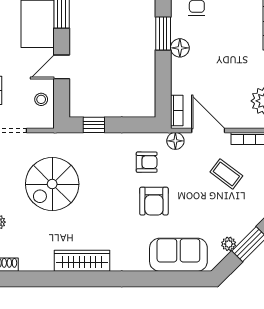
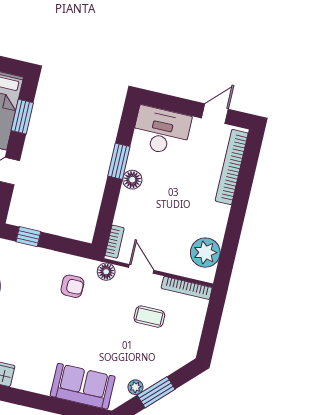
door: (208, 130) -> (141, 269), width x0.73
coffee table: (226, 174) -> (149, 317), turned -37
armchair: (154, 201) -> (71, 327), removed

